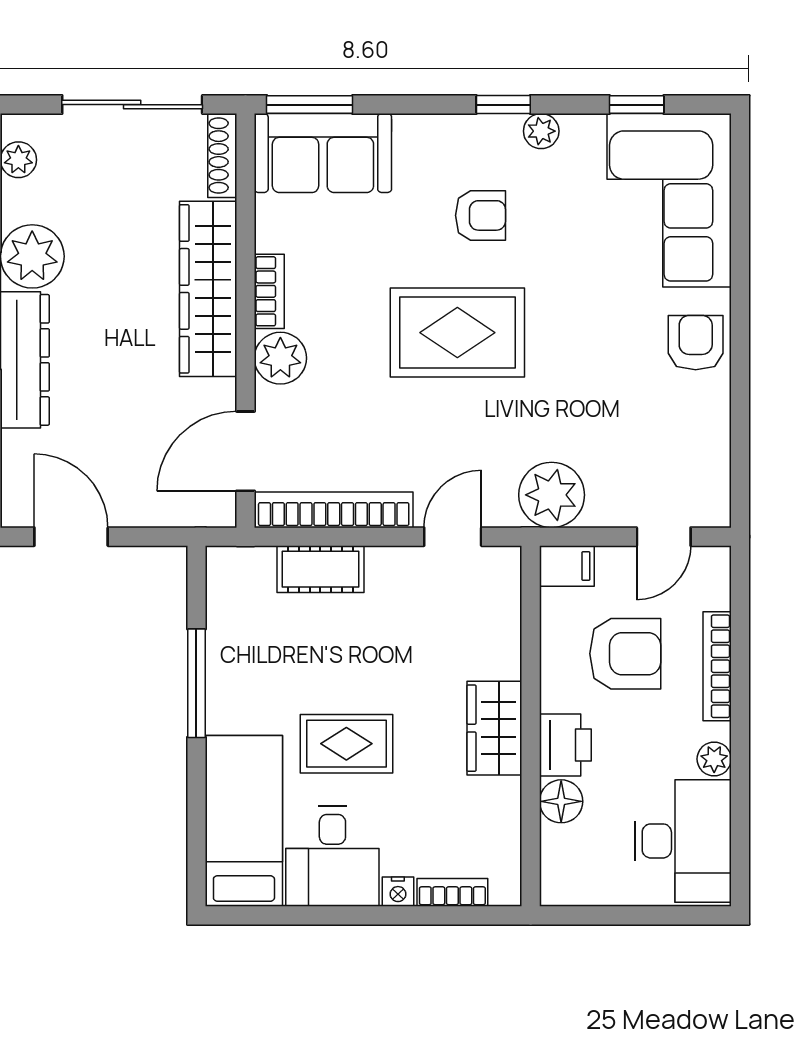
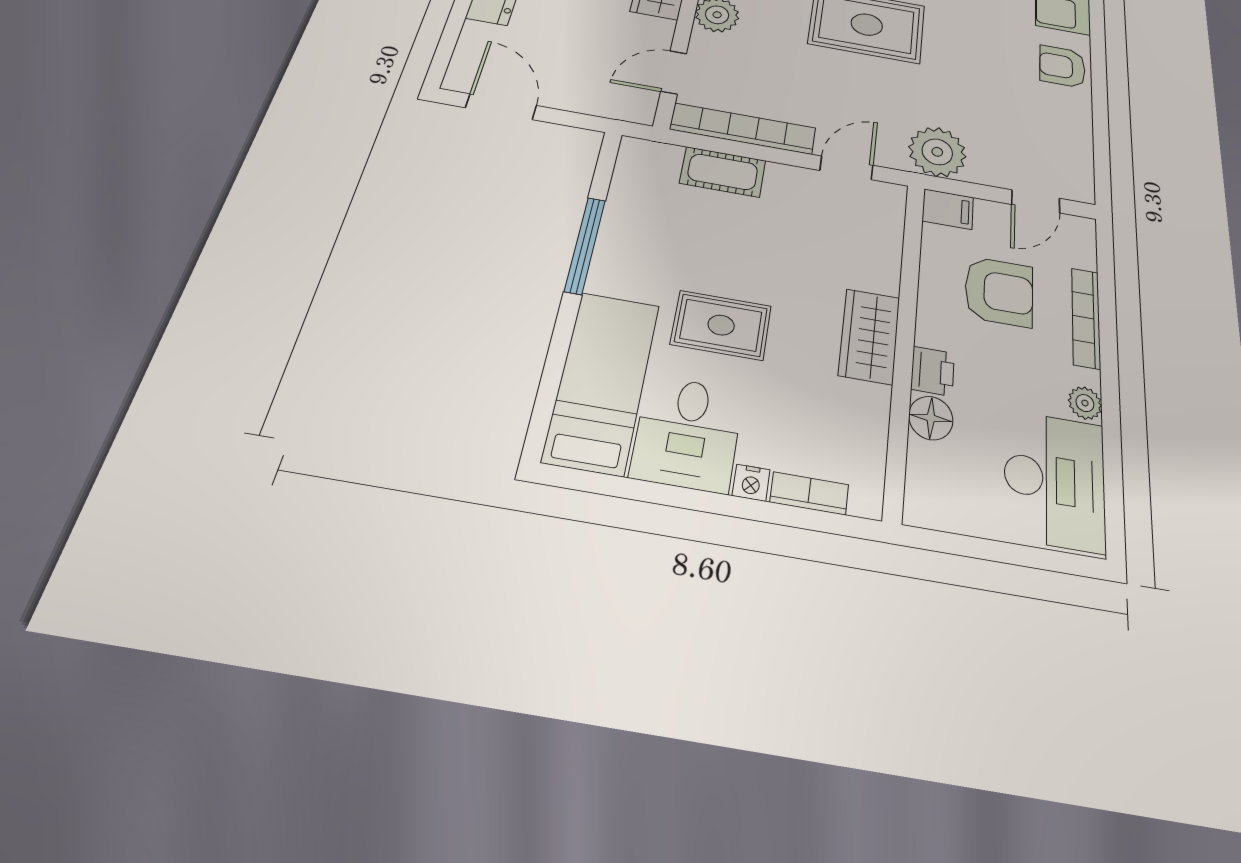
armchair: (696, 343) -> (1062, 66), turned -90
door: (245, 451) -> (674, 72), width x0.73
printer: (565, 745) -> (933, 371), width x0.73, depth x0.81

